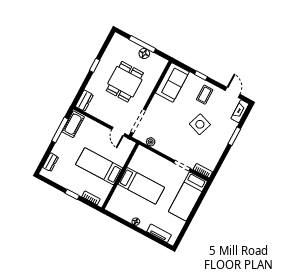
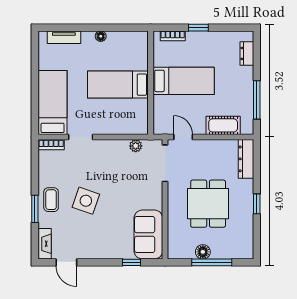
window: (201, 75) -> (131, 262), moved
coffee table: (205, 95) -> (51, 200), moved
dresser: (84, 101) -> (246, 159), width x1.44
cot: (73, 124) -> (223, 125), moved, turned 90

